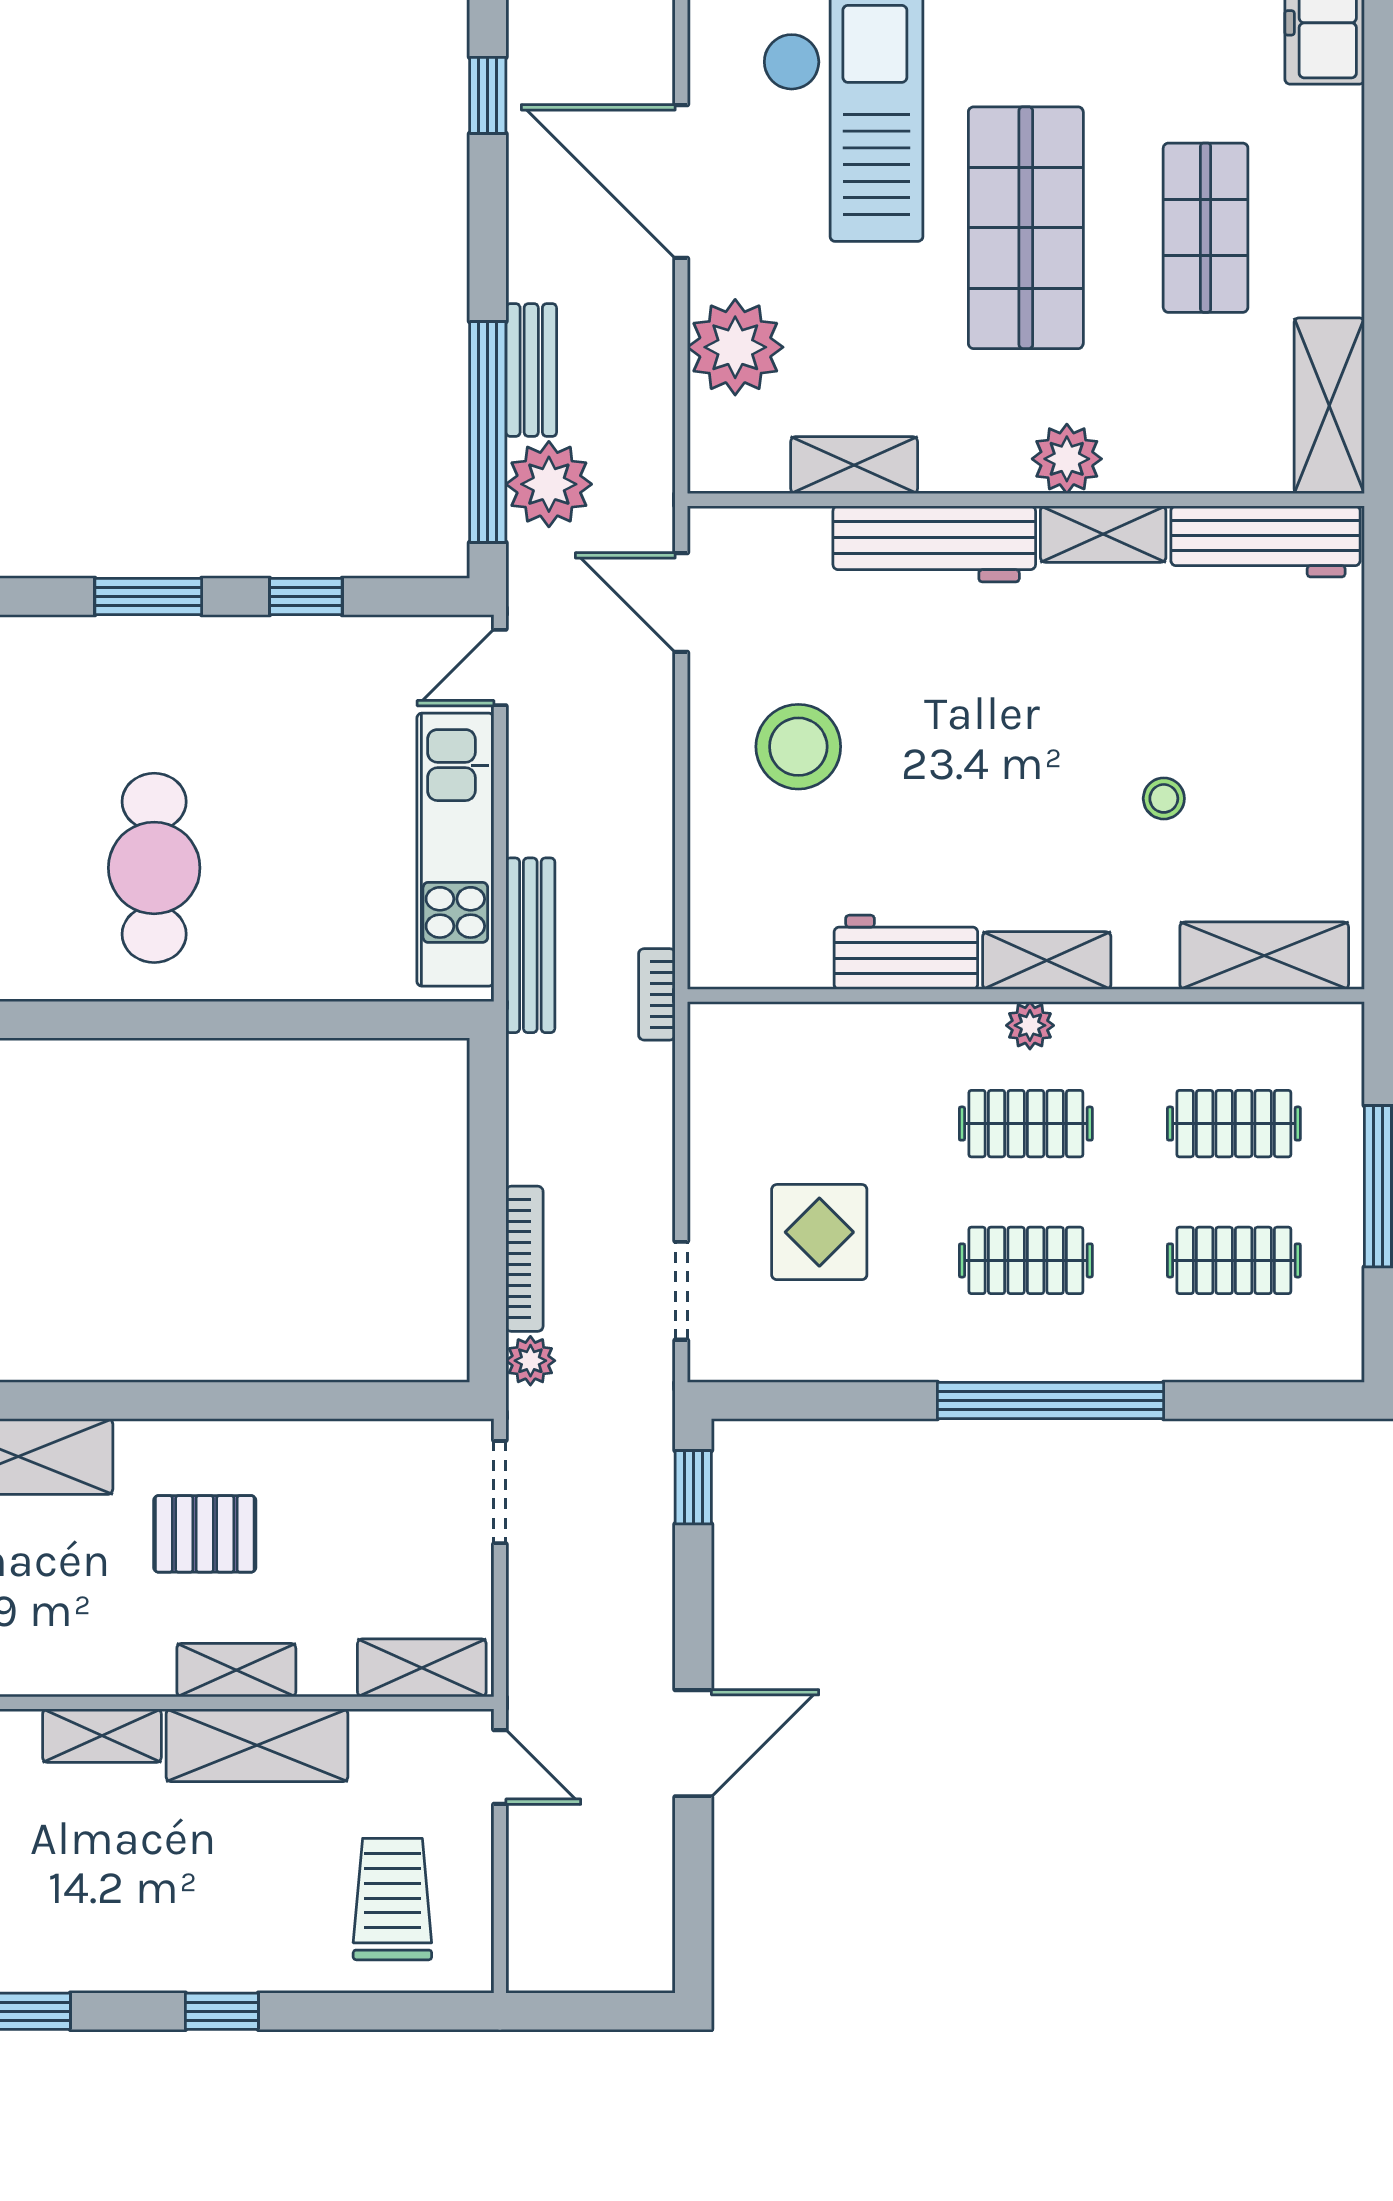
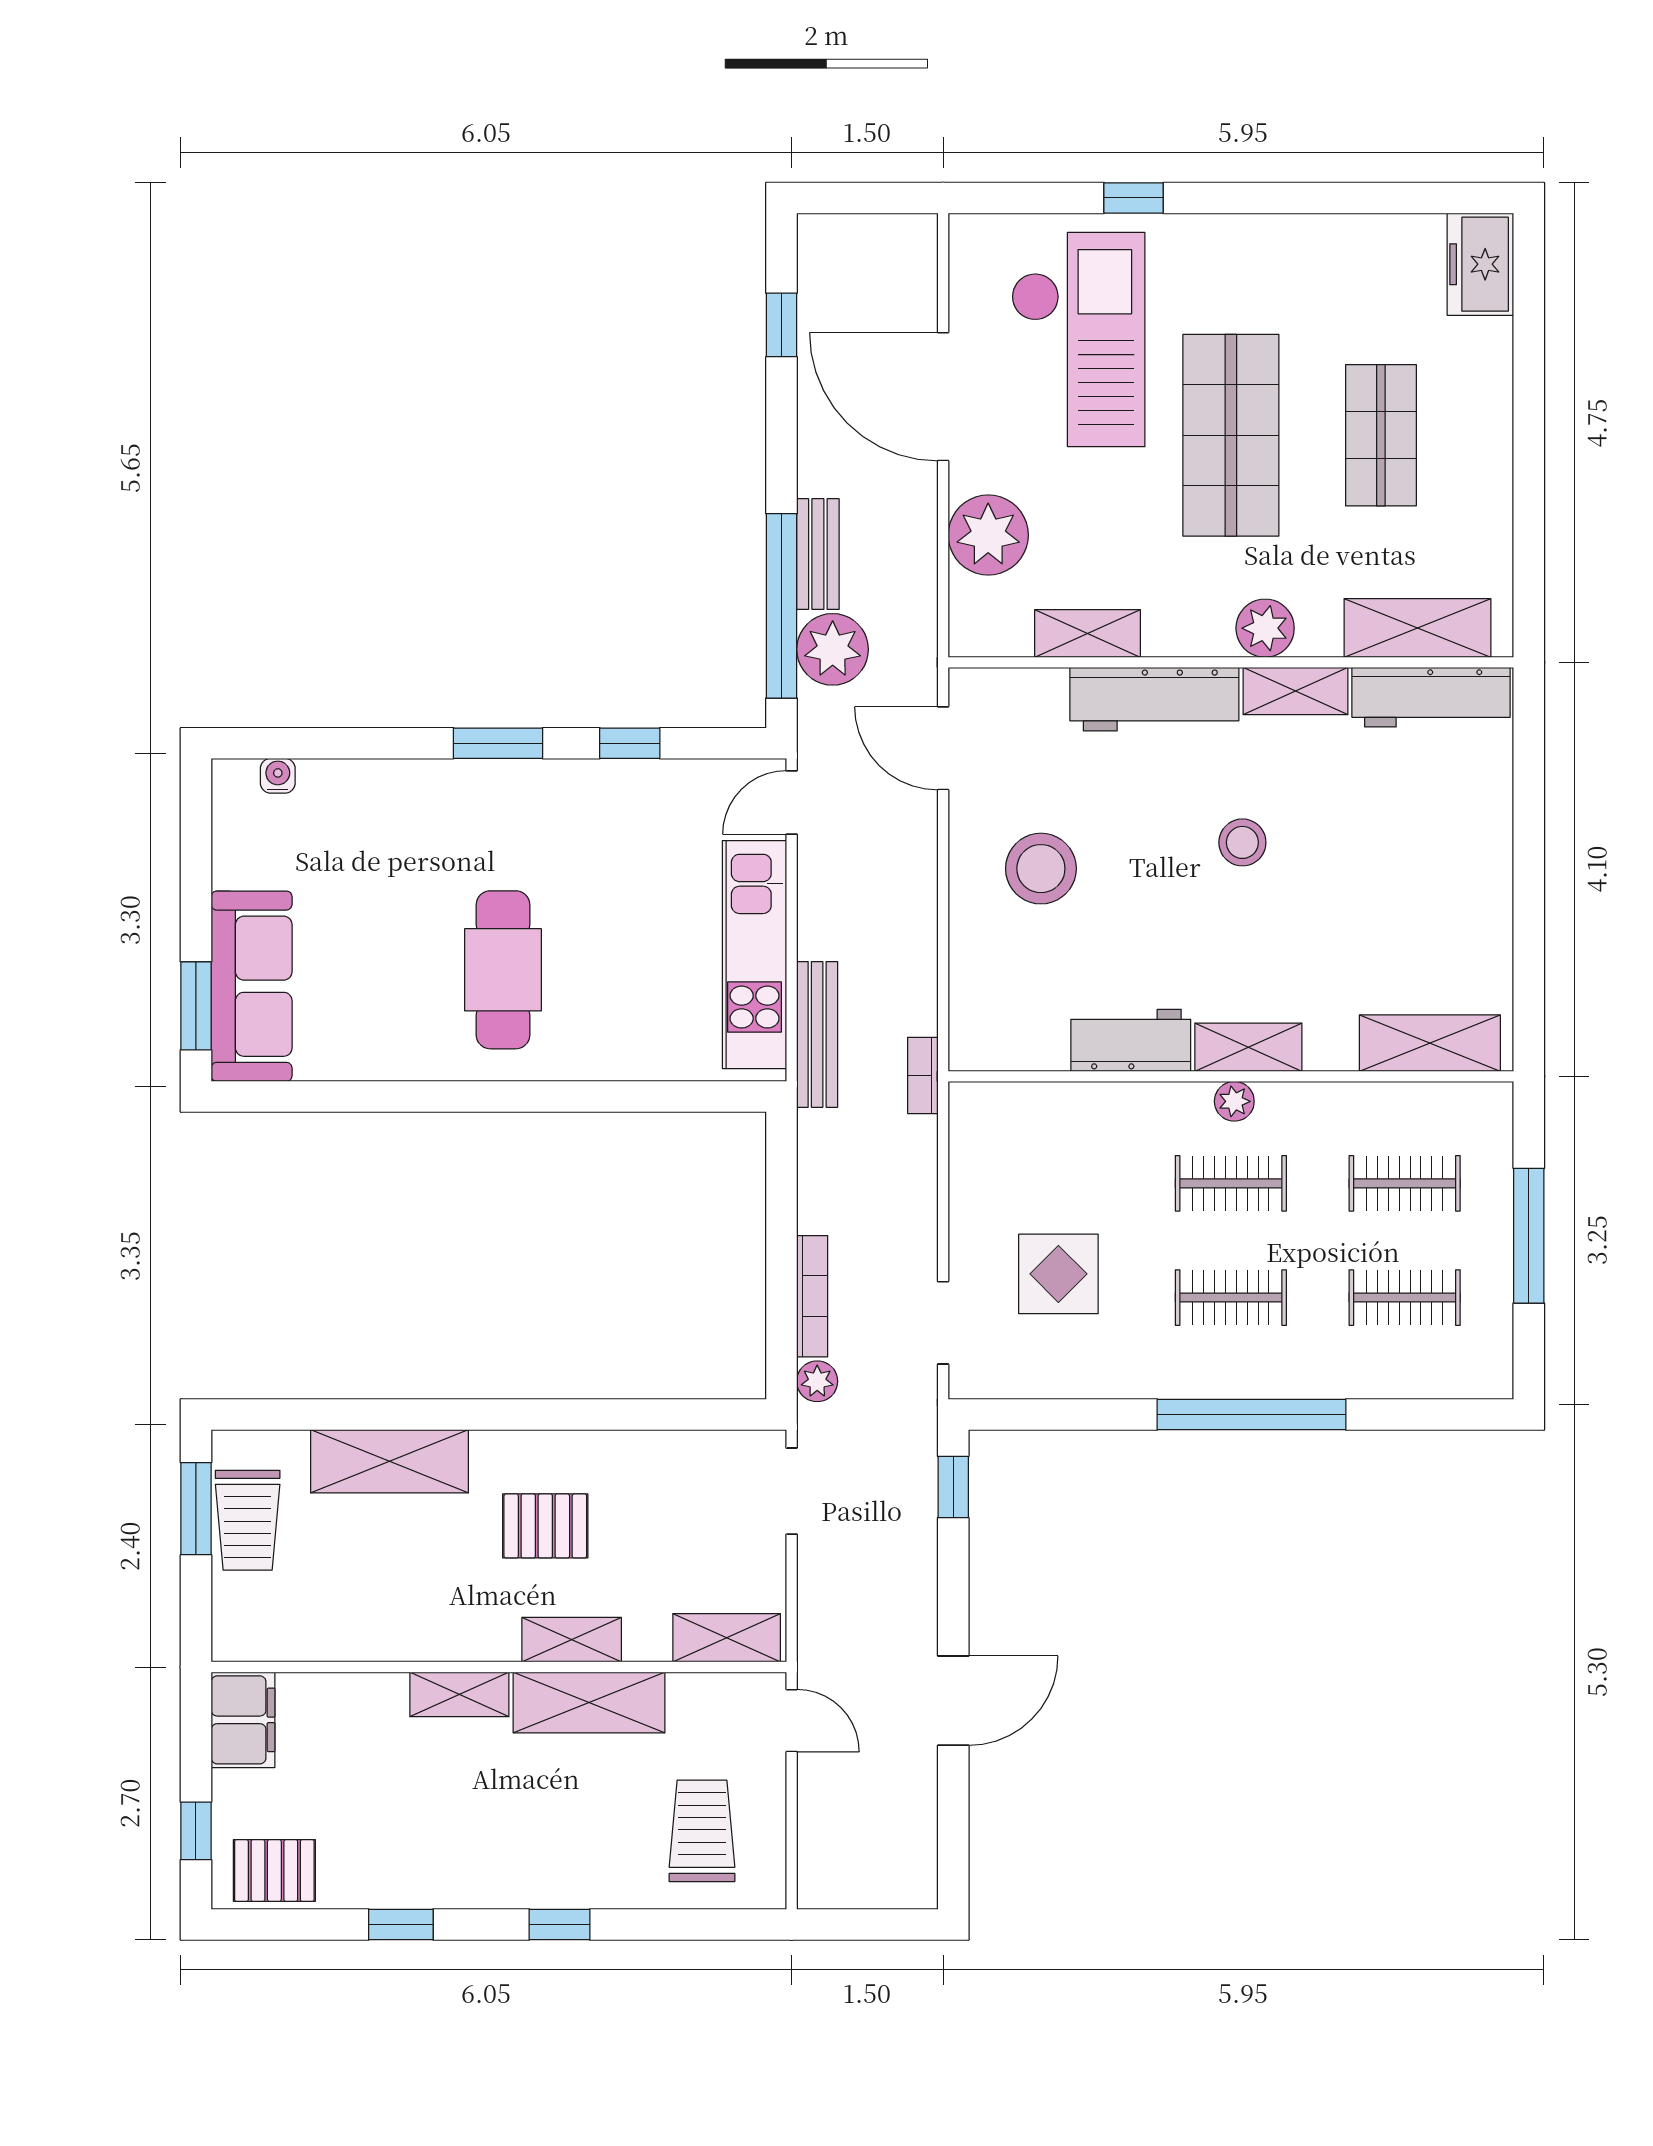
shelving: (1329, 406) -> (1417, 628), moved, turned 90
stool: (1164, 798) -> (1242, 842), moved, width x1.37, depth x1.37

